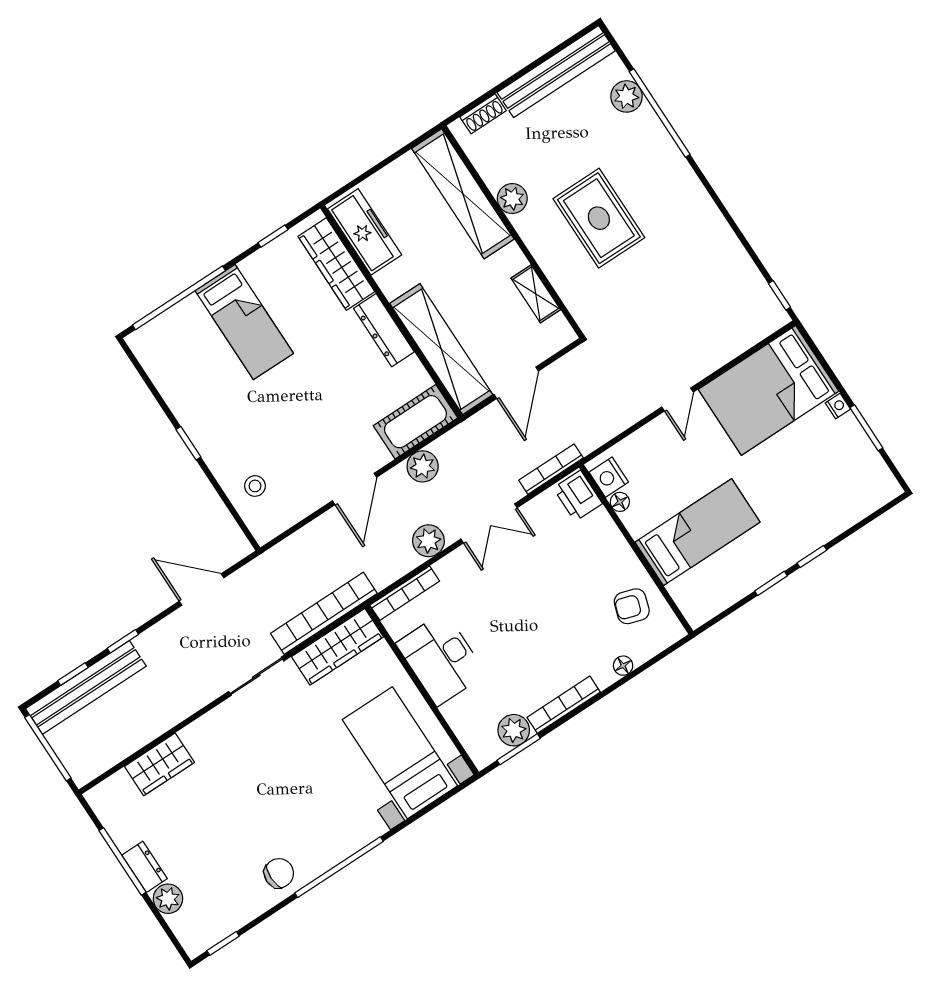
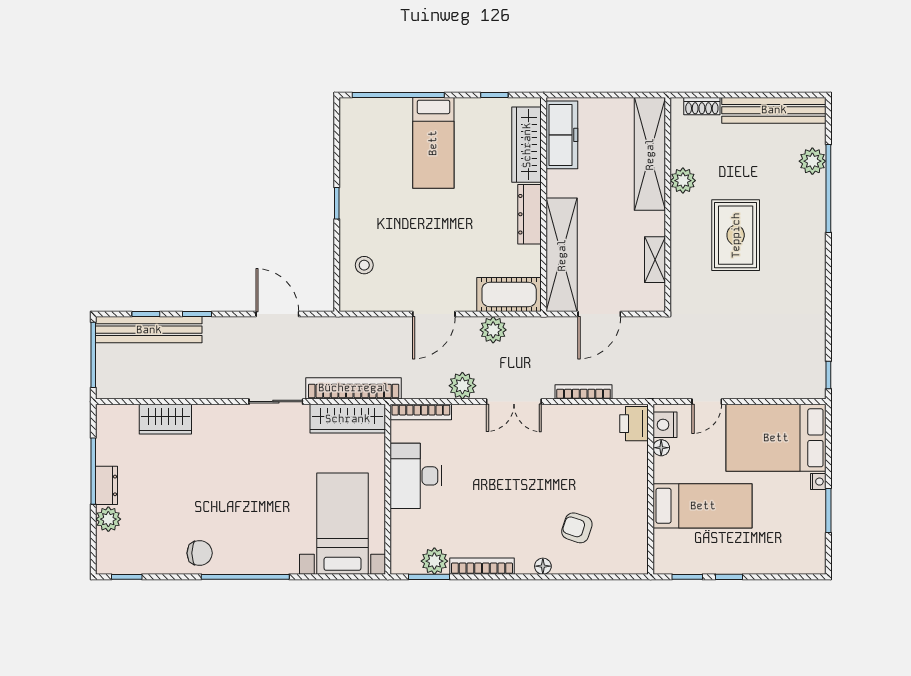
nightstand: (609, 477) -> (665, 425), moved
printer: (578, 496) -> (634, 424), moved
floor lamp: (620, 502) -> (661, 448), moved
bed: (698, 532) -> (703, 506), moved
wall: (636, 549) -> (651, 489), moved

